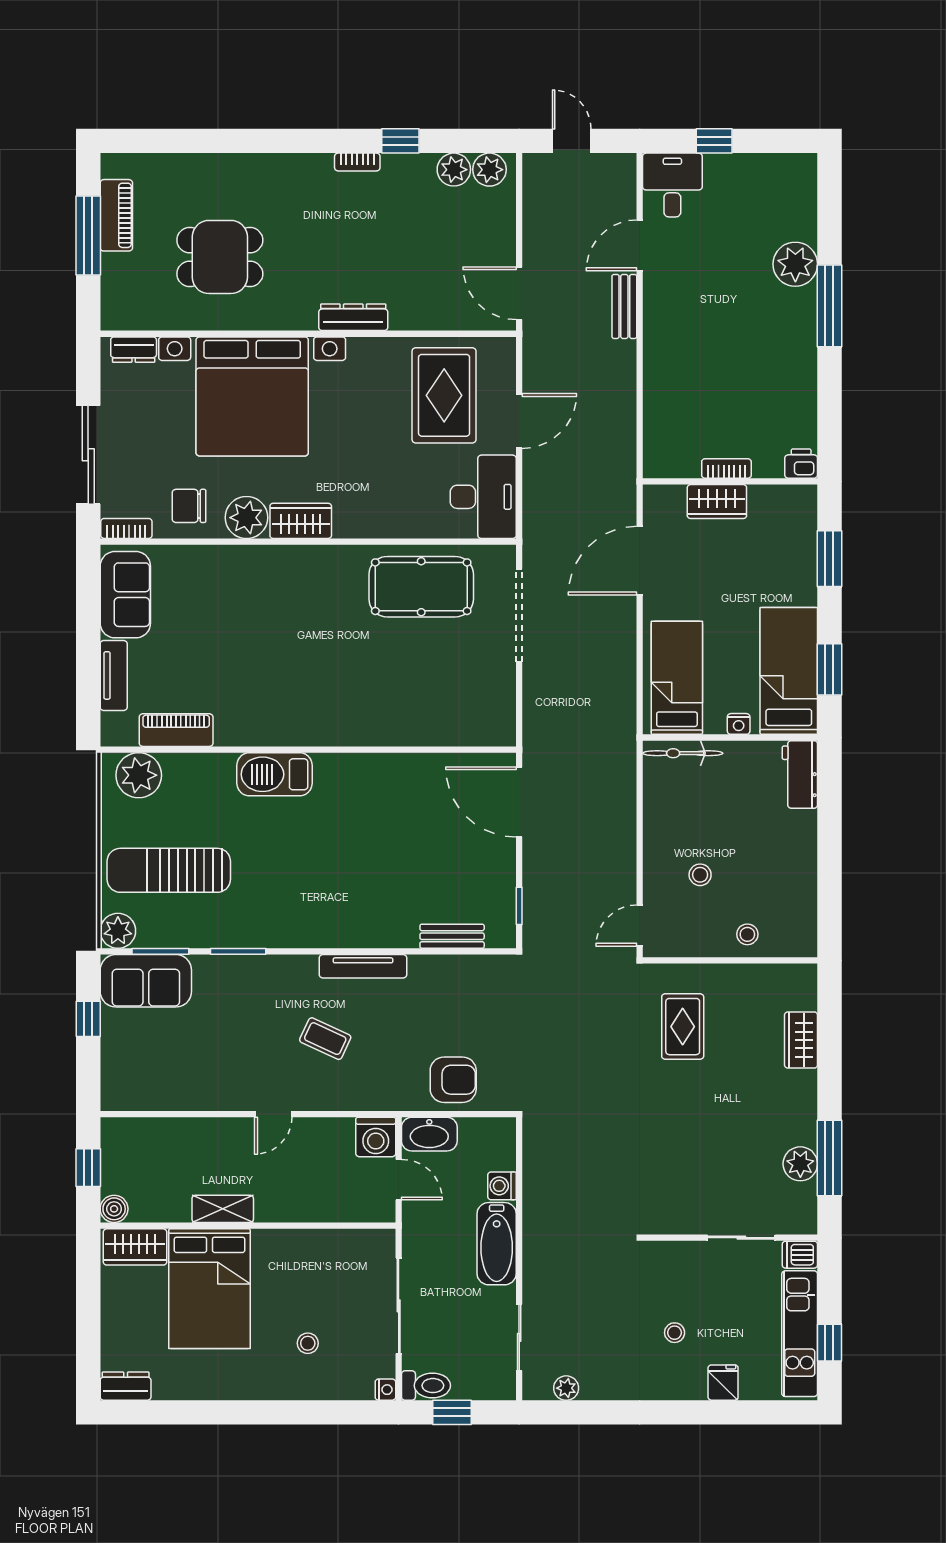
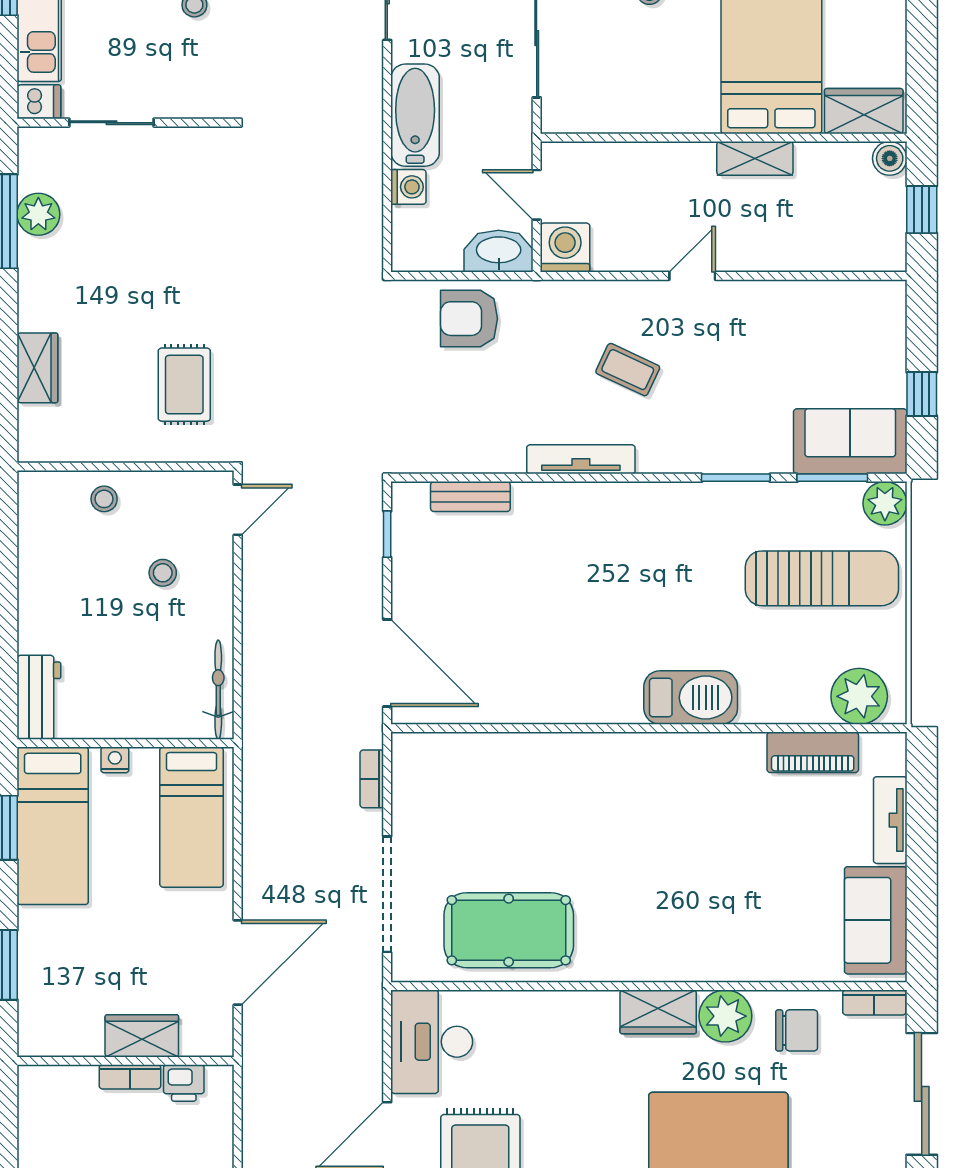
printer: (801, 464) -> (184, 1083), moved
bookcase: (532, 709) -> (372, 779), added
bicycle: (683, 753) -> (218, 690), moved, turned -90

